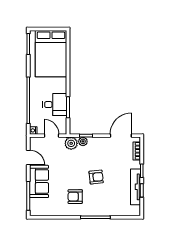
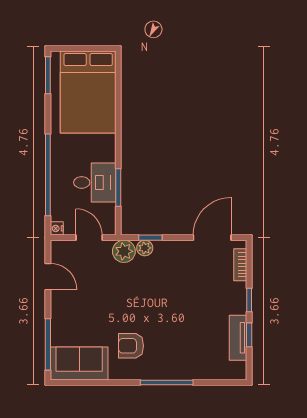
armchair: (96, 177) -> (168, 311), removed
sofa: (39, 181) -> (79, 363), moved, turned -90
tv unit: (136, 187) -> (238, 338), width x0.71

